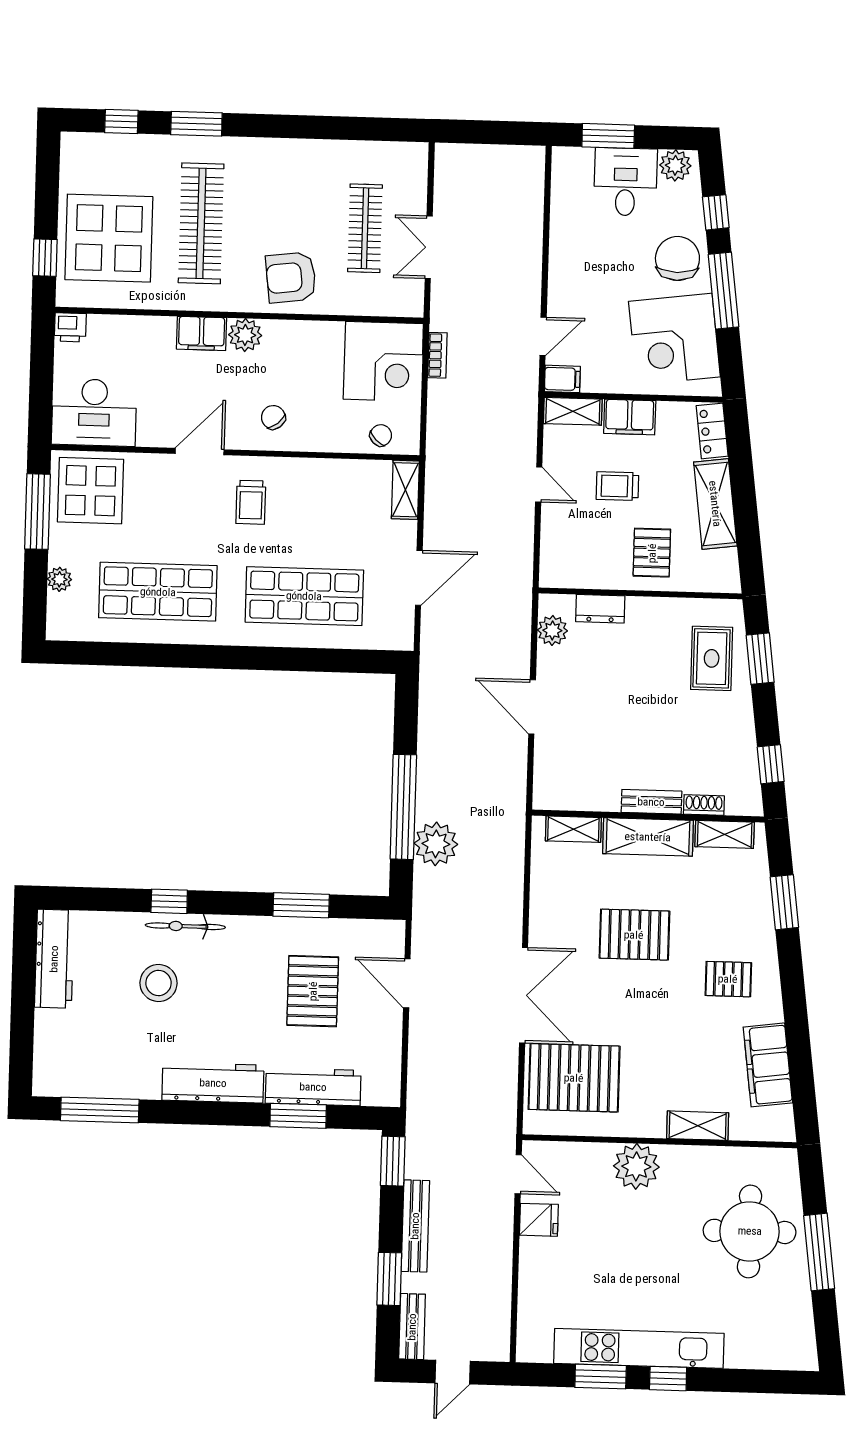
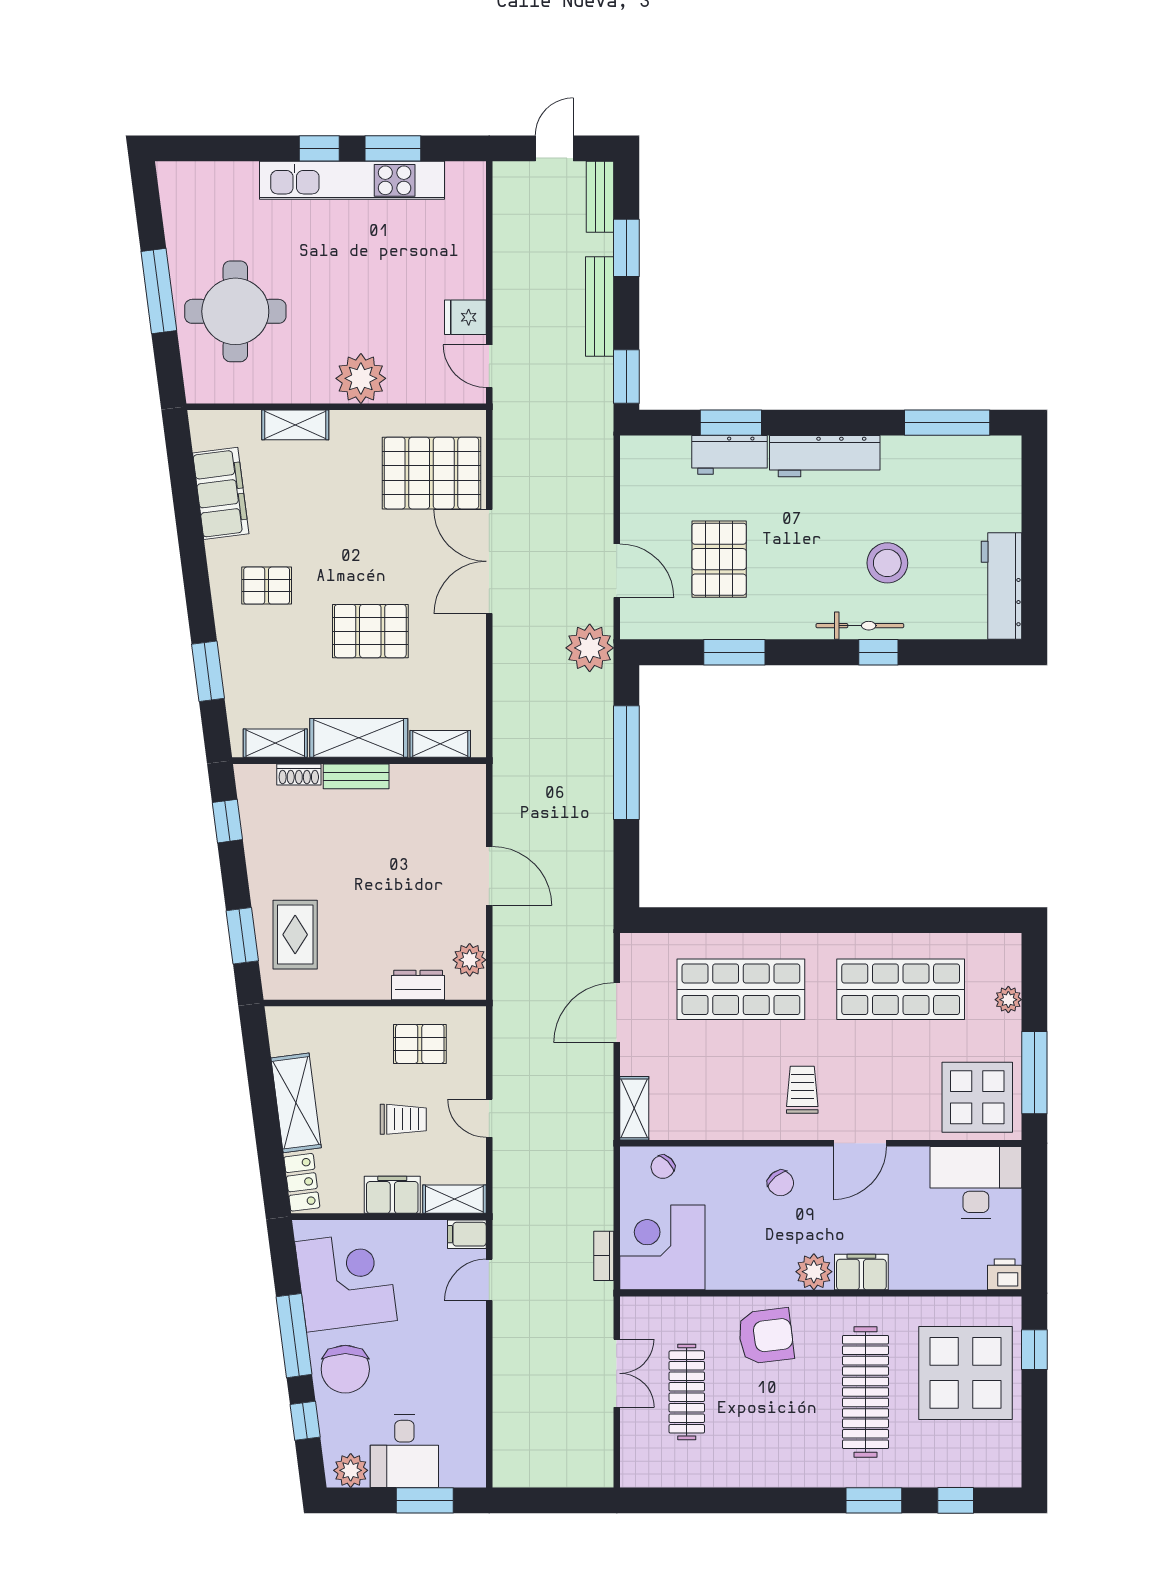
pallet: (652, 553) -> (420, 1044), moved, turned 90
plant: (436, 844) -> (590, 648), moved
workbench: (313, 1087) -> (730, 455), width x0.73

